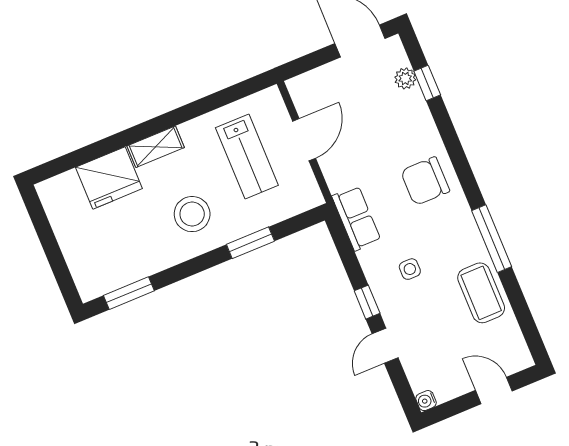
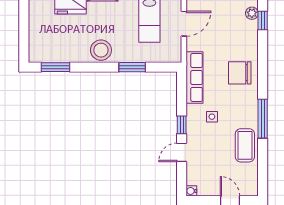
stool: (192, 214) -> (101, 50), moved
row of seats: (356, 218) -> (195, 77), width x1.48

